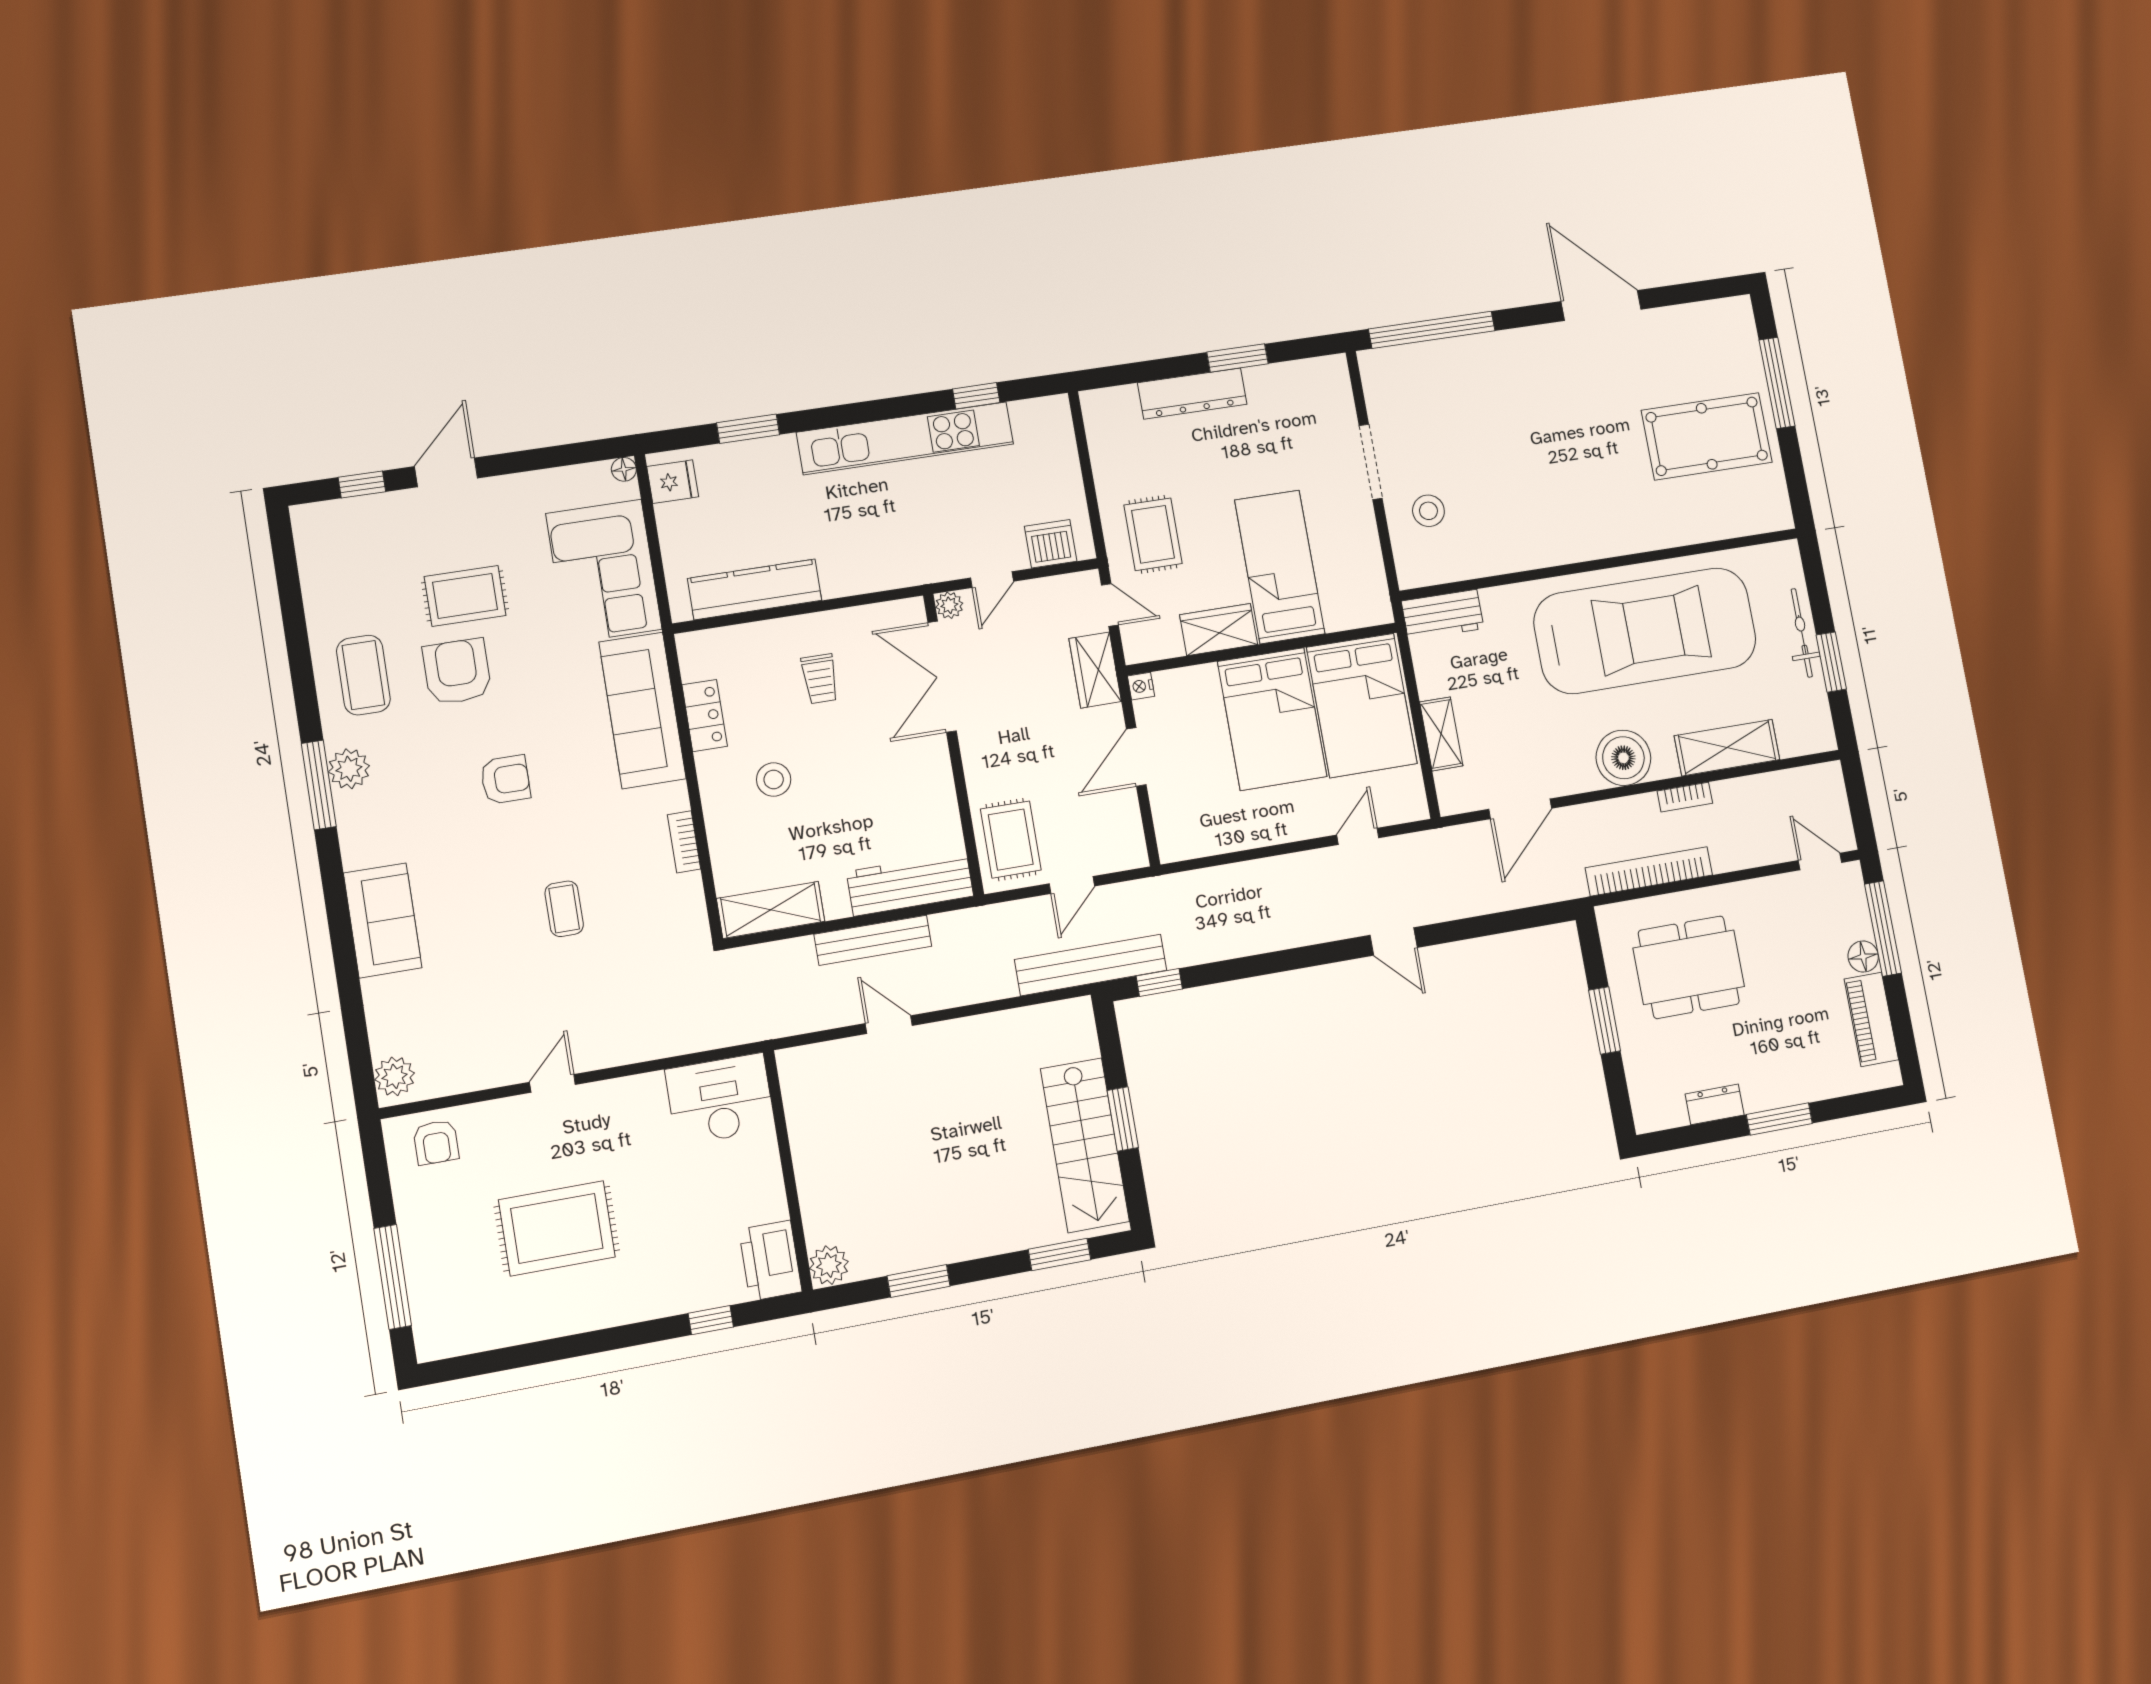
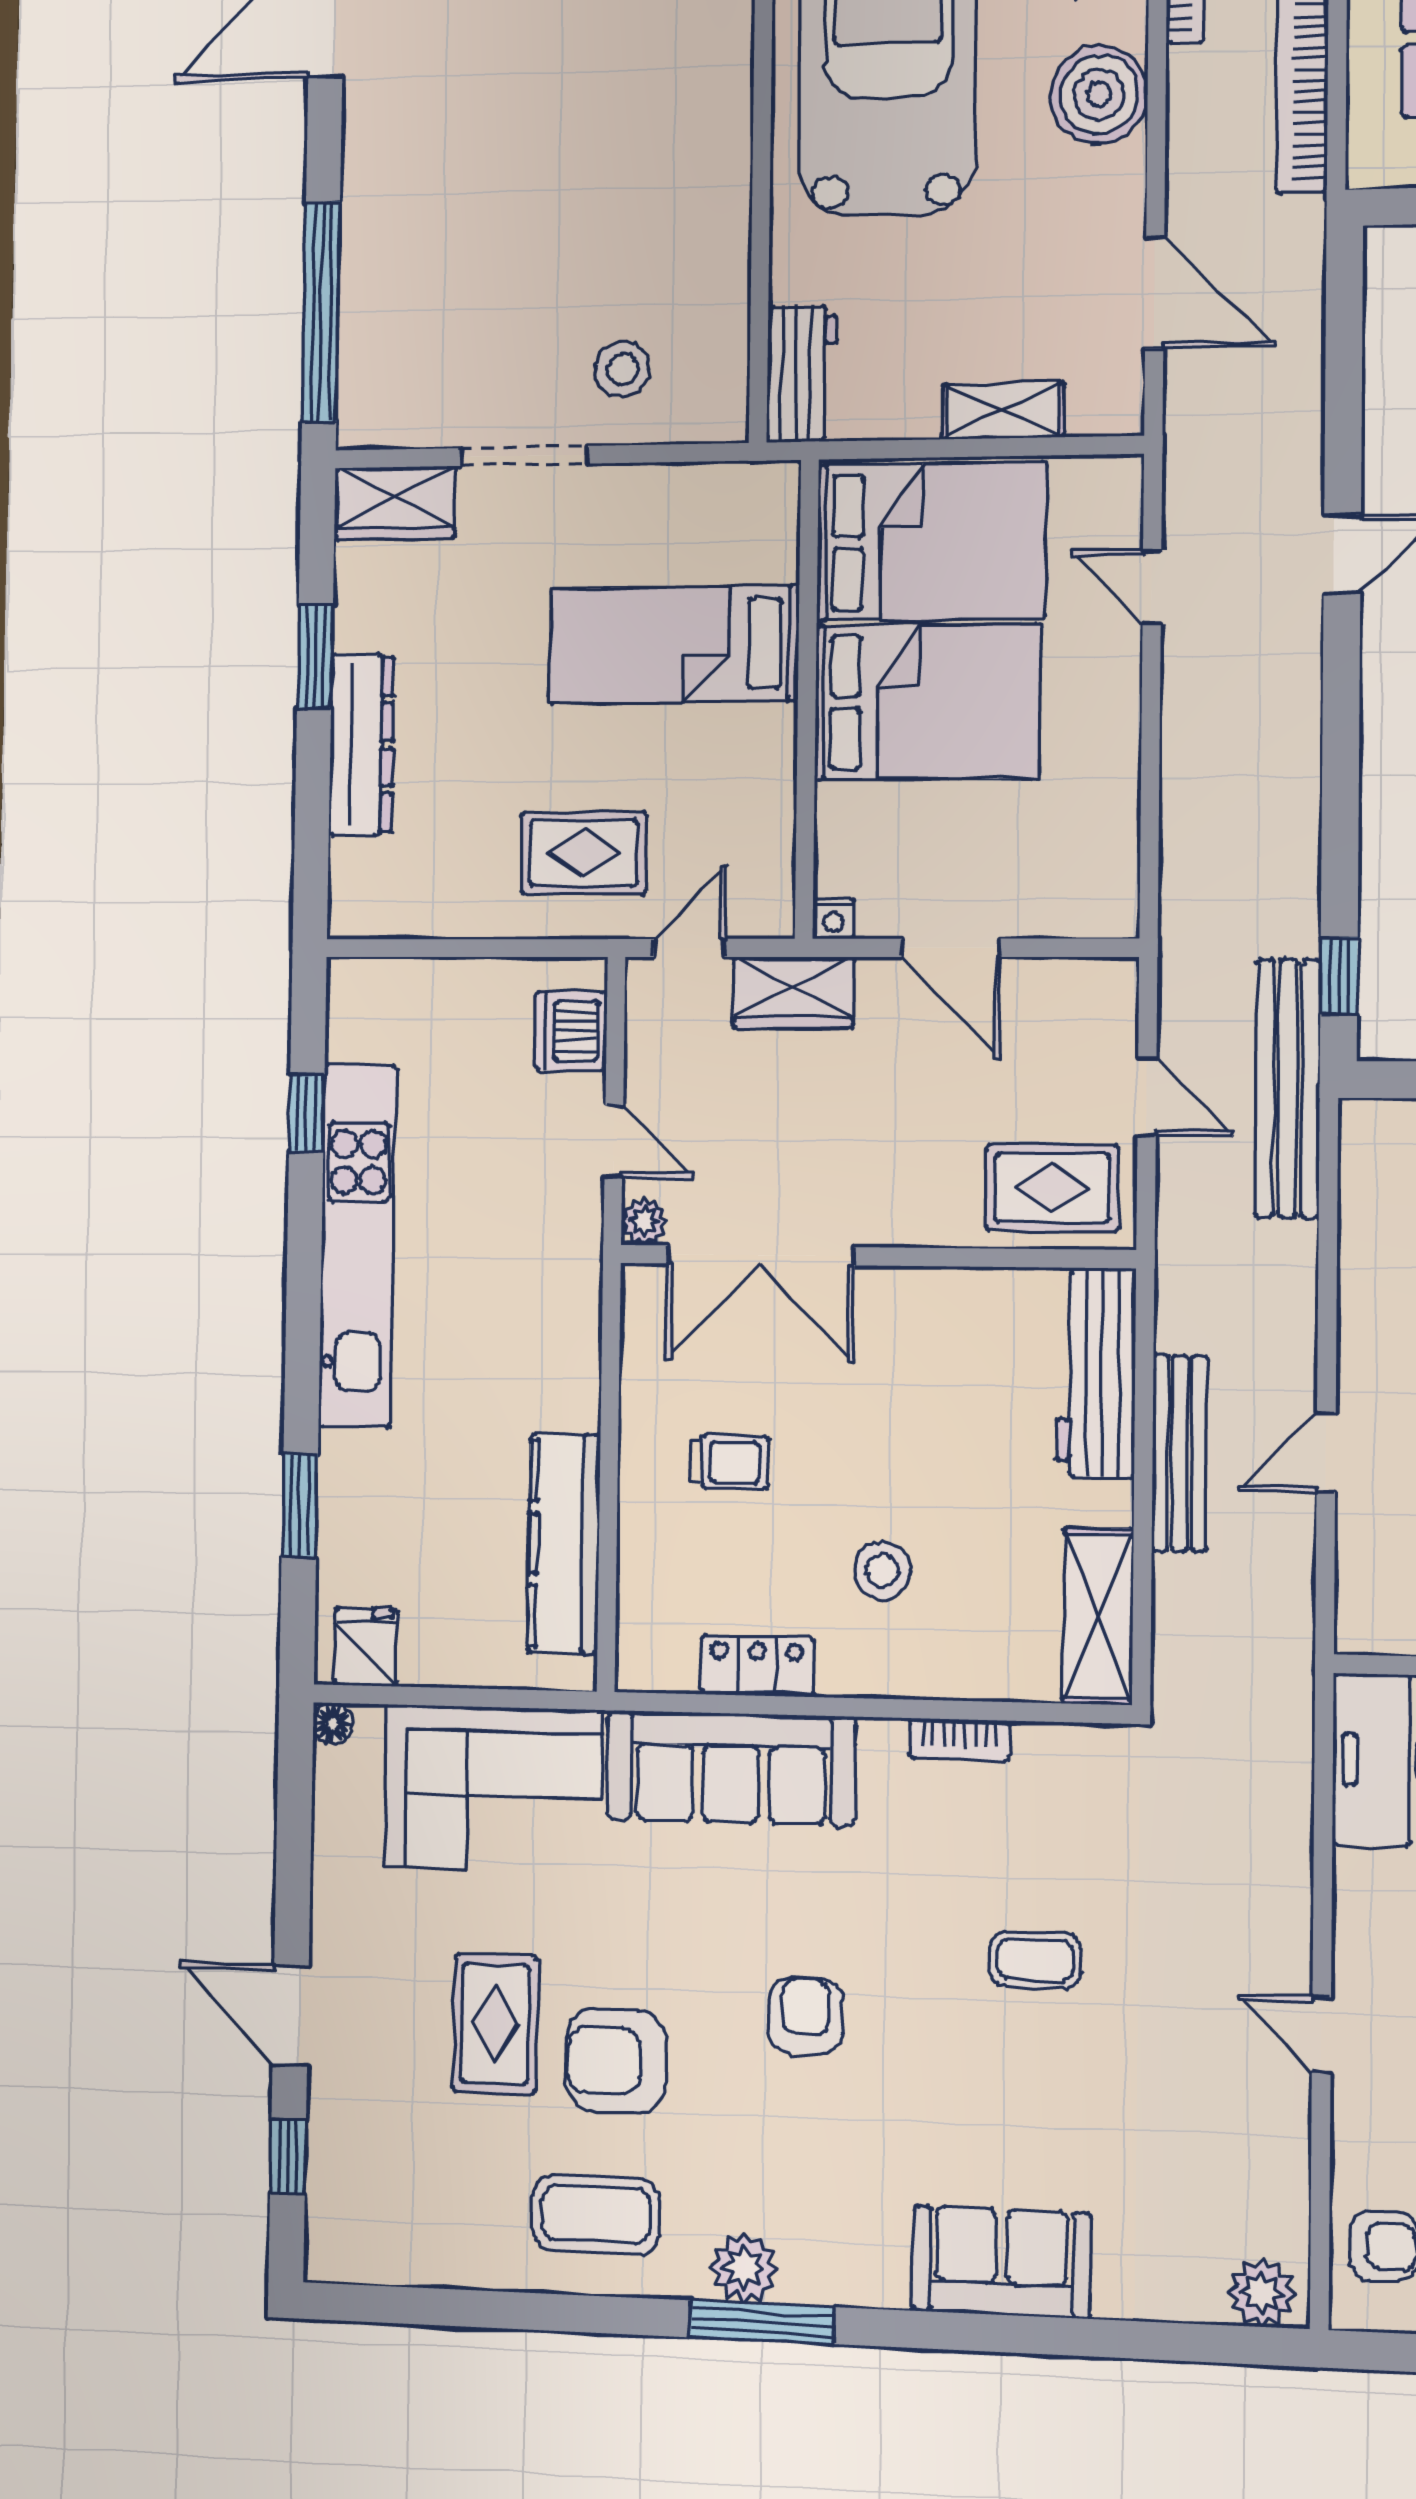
wardrobe: (1219, 630) -> (395, 503), moved, turned -90

